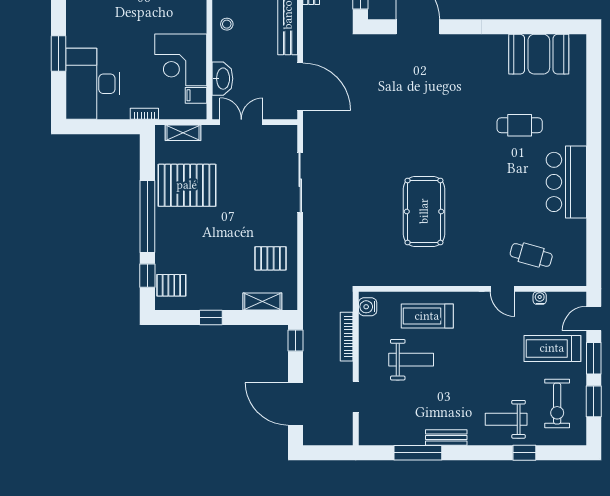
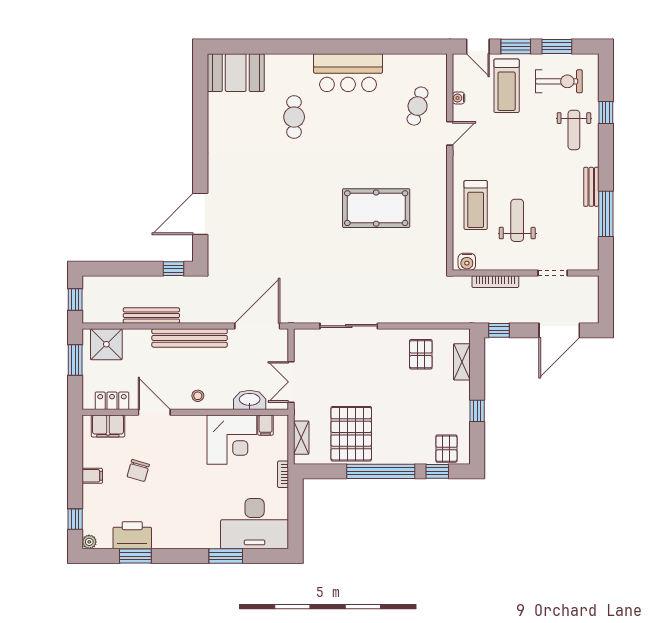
booth: (539, 54) -> (236, 73), moved, turned 90

